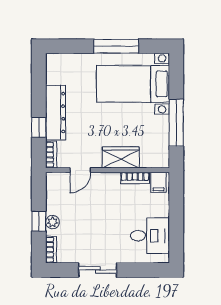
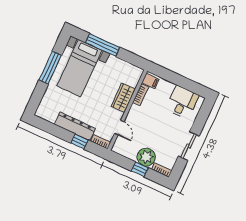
window: (176, 123) -> (103, 45), moved
plant: (53, 222) -> (146, 157), width x1.88, depth x1.88

